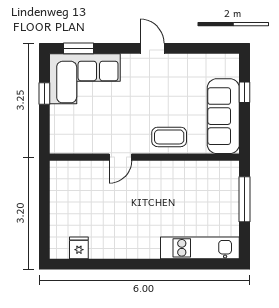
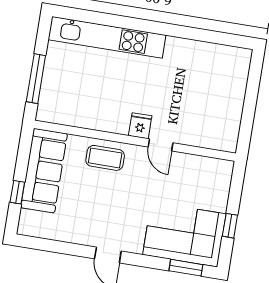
door: (120, 157) -> (160, 145), swing flipped
fridge: (79, 248) -> (140, 126), moved, turned 180
kitchen unit: (200, 248) -> (107, 37), width x1.36

